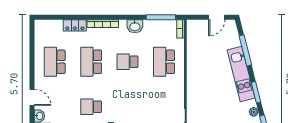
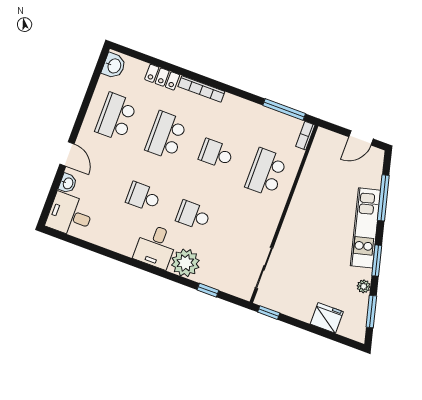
washbasin: (135, 26) -> (114, 66), moved, turned -90
school desk: (128, 107) -> (193, 215), added

